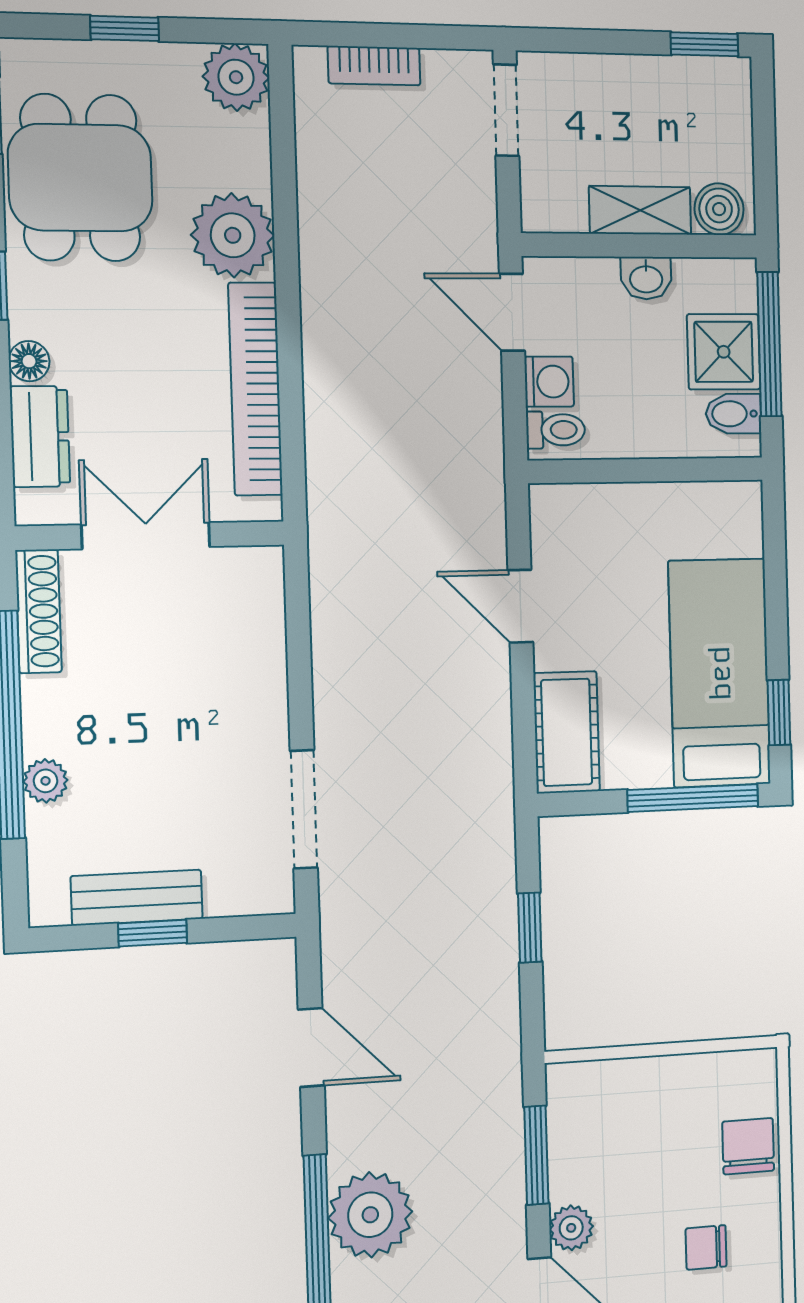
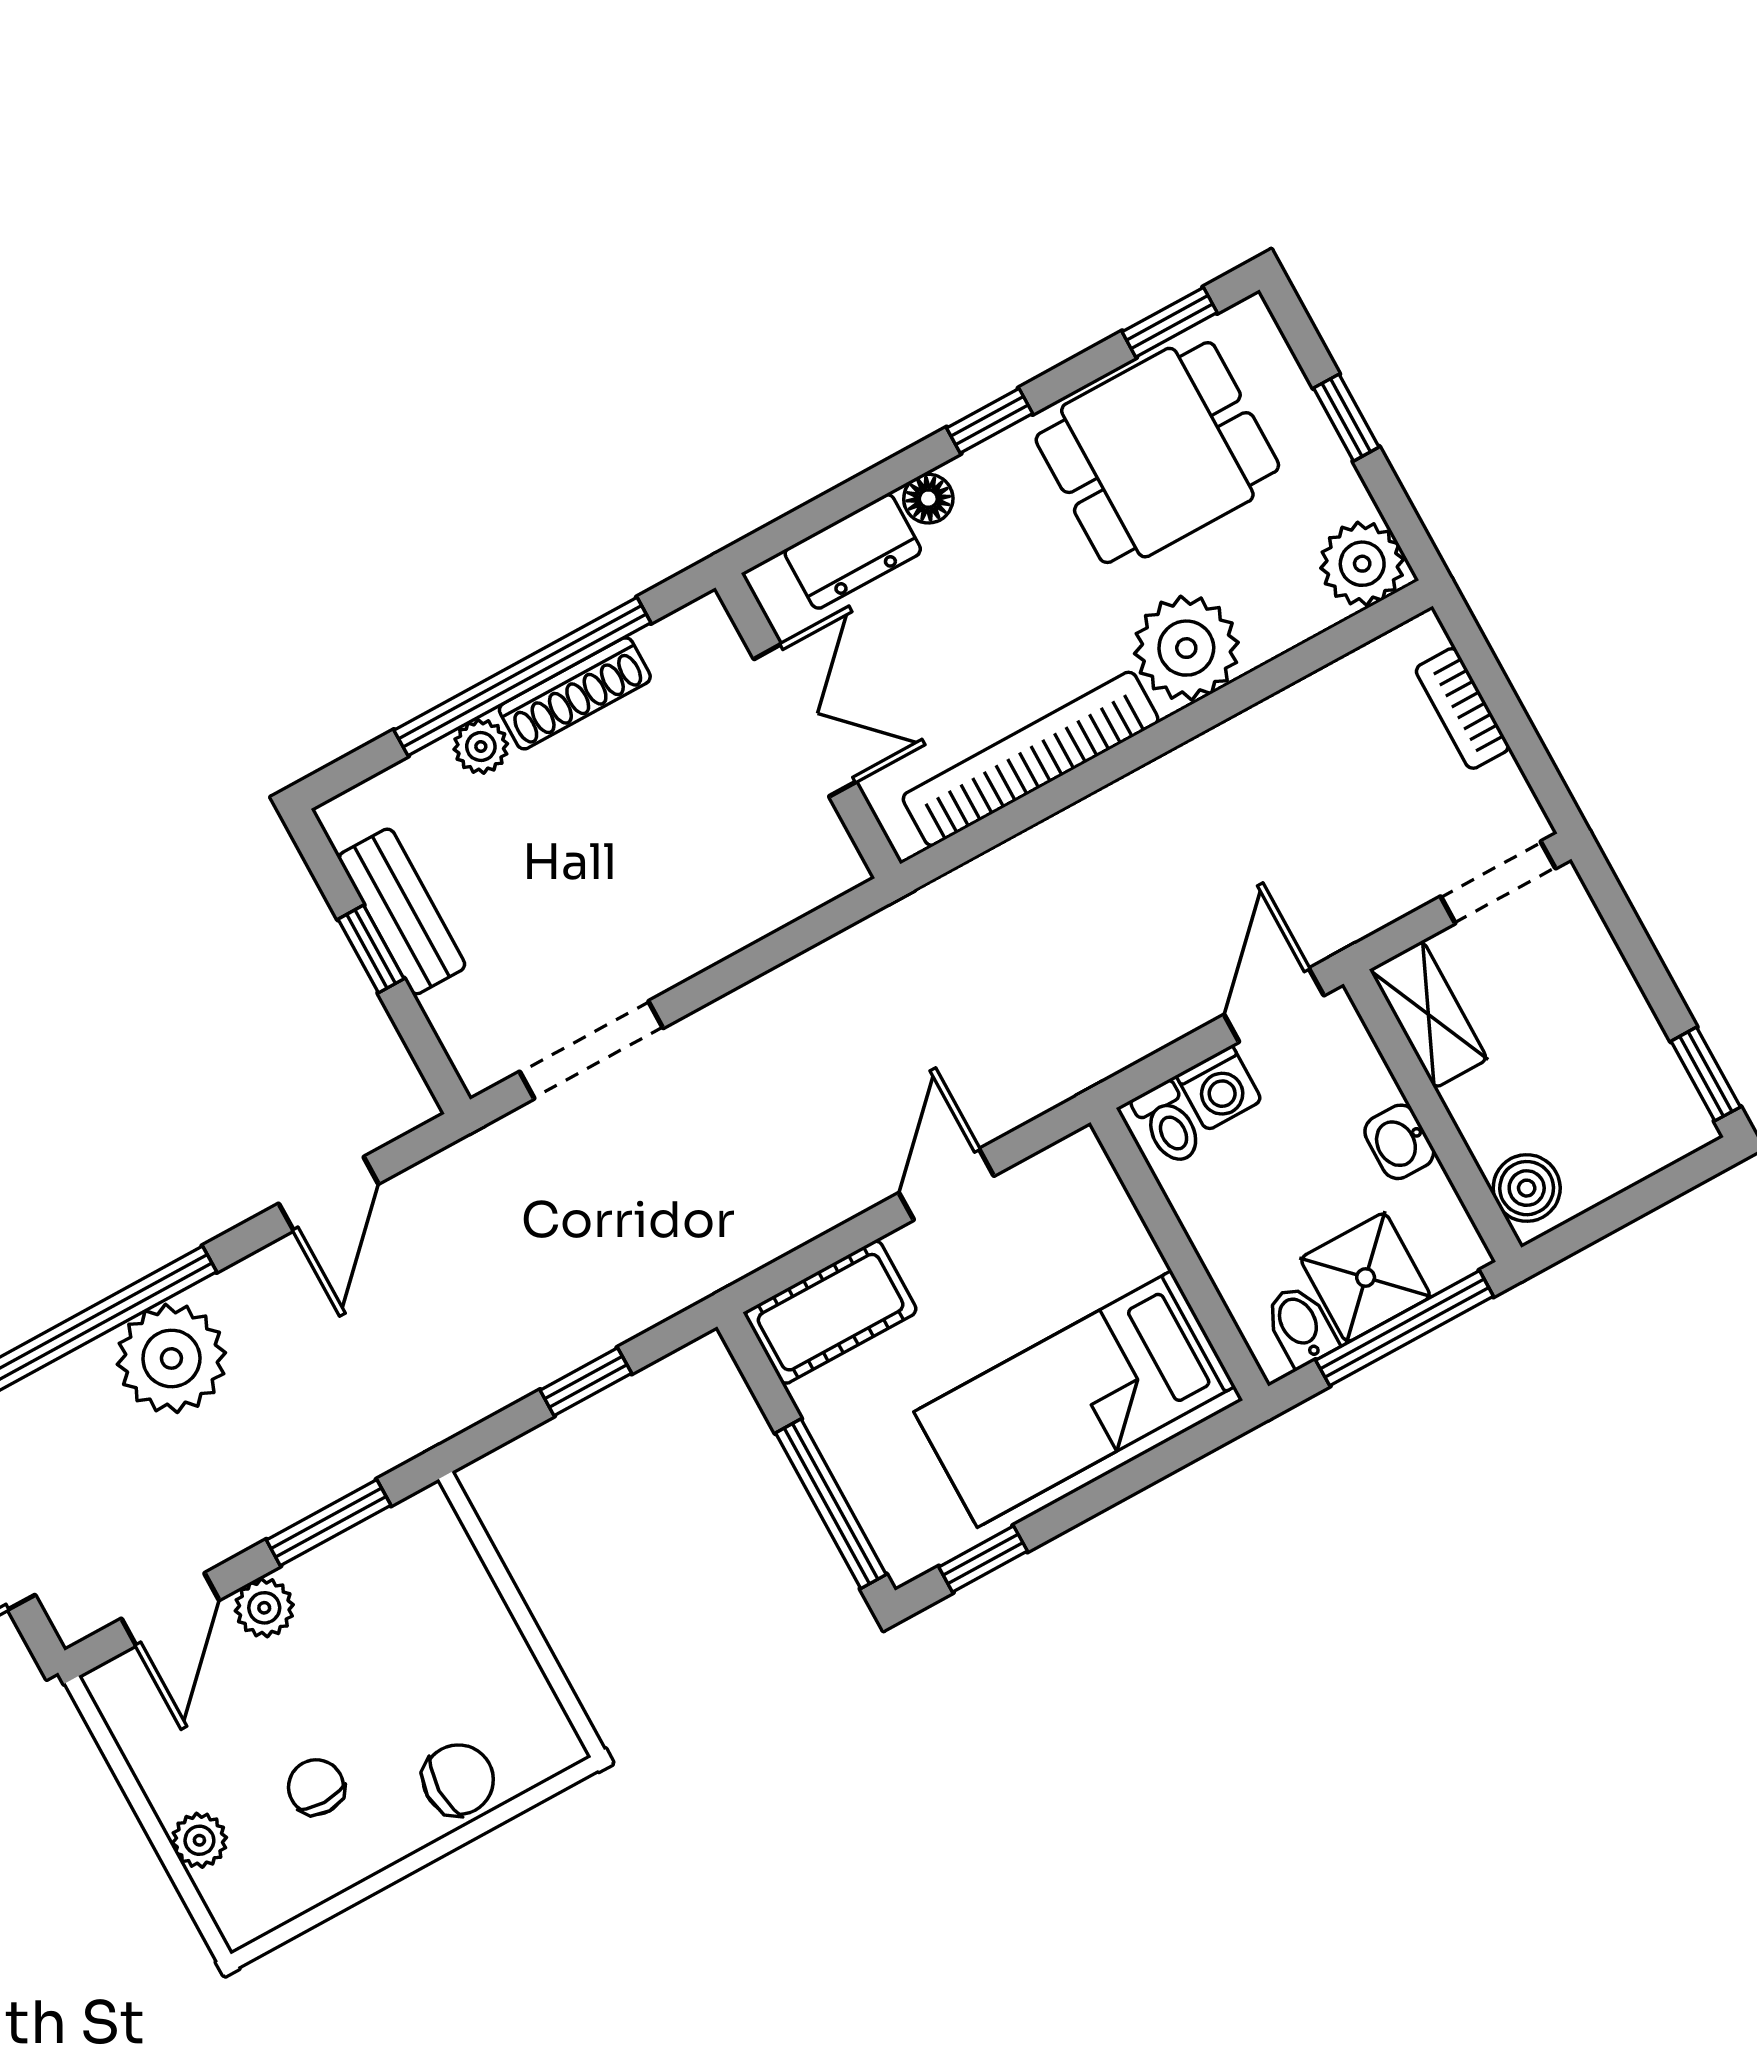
shelving: (640, 210) -> (1428, 1015), moved
shoe rack: (38, 611) -> (575, 693), moved
bed: (720, 673) -> (1075, 1399), moved, turned 180

